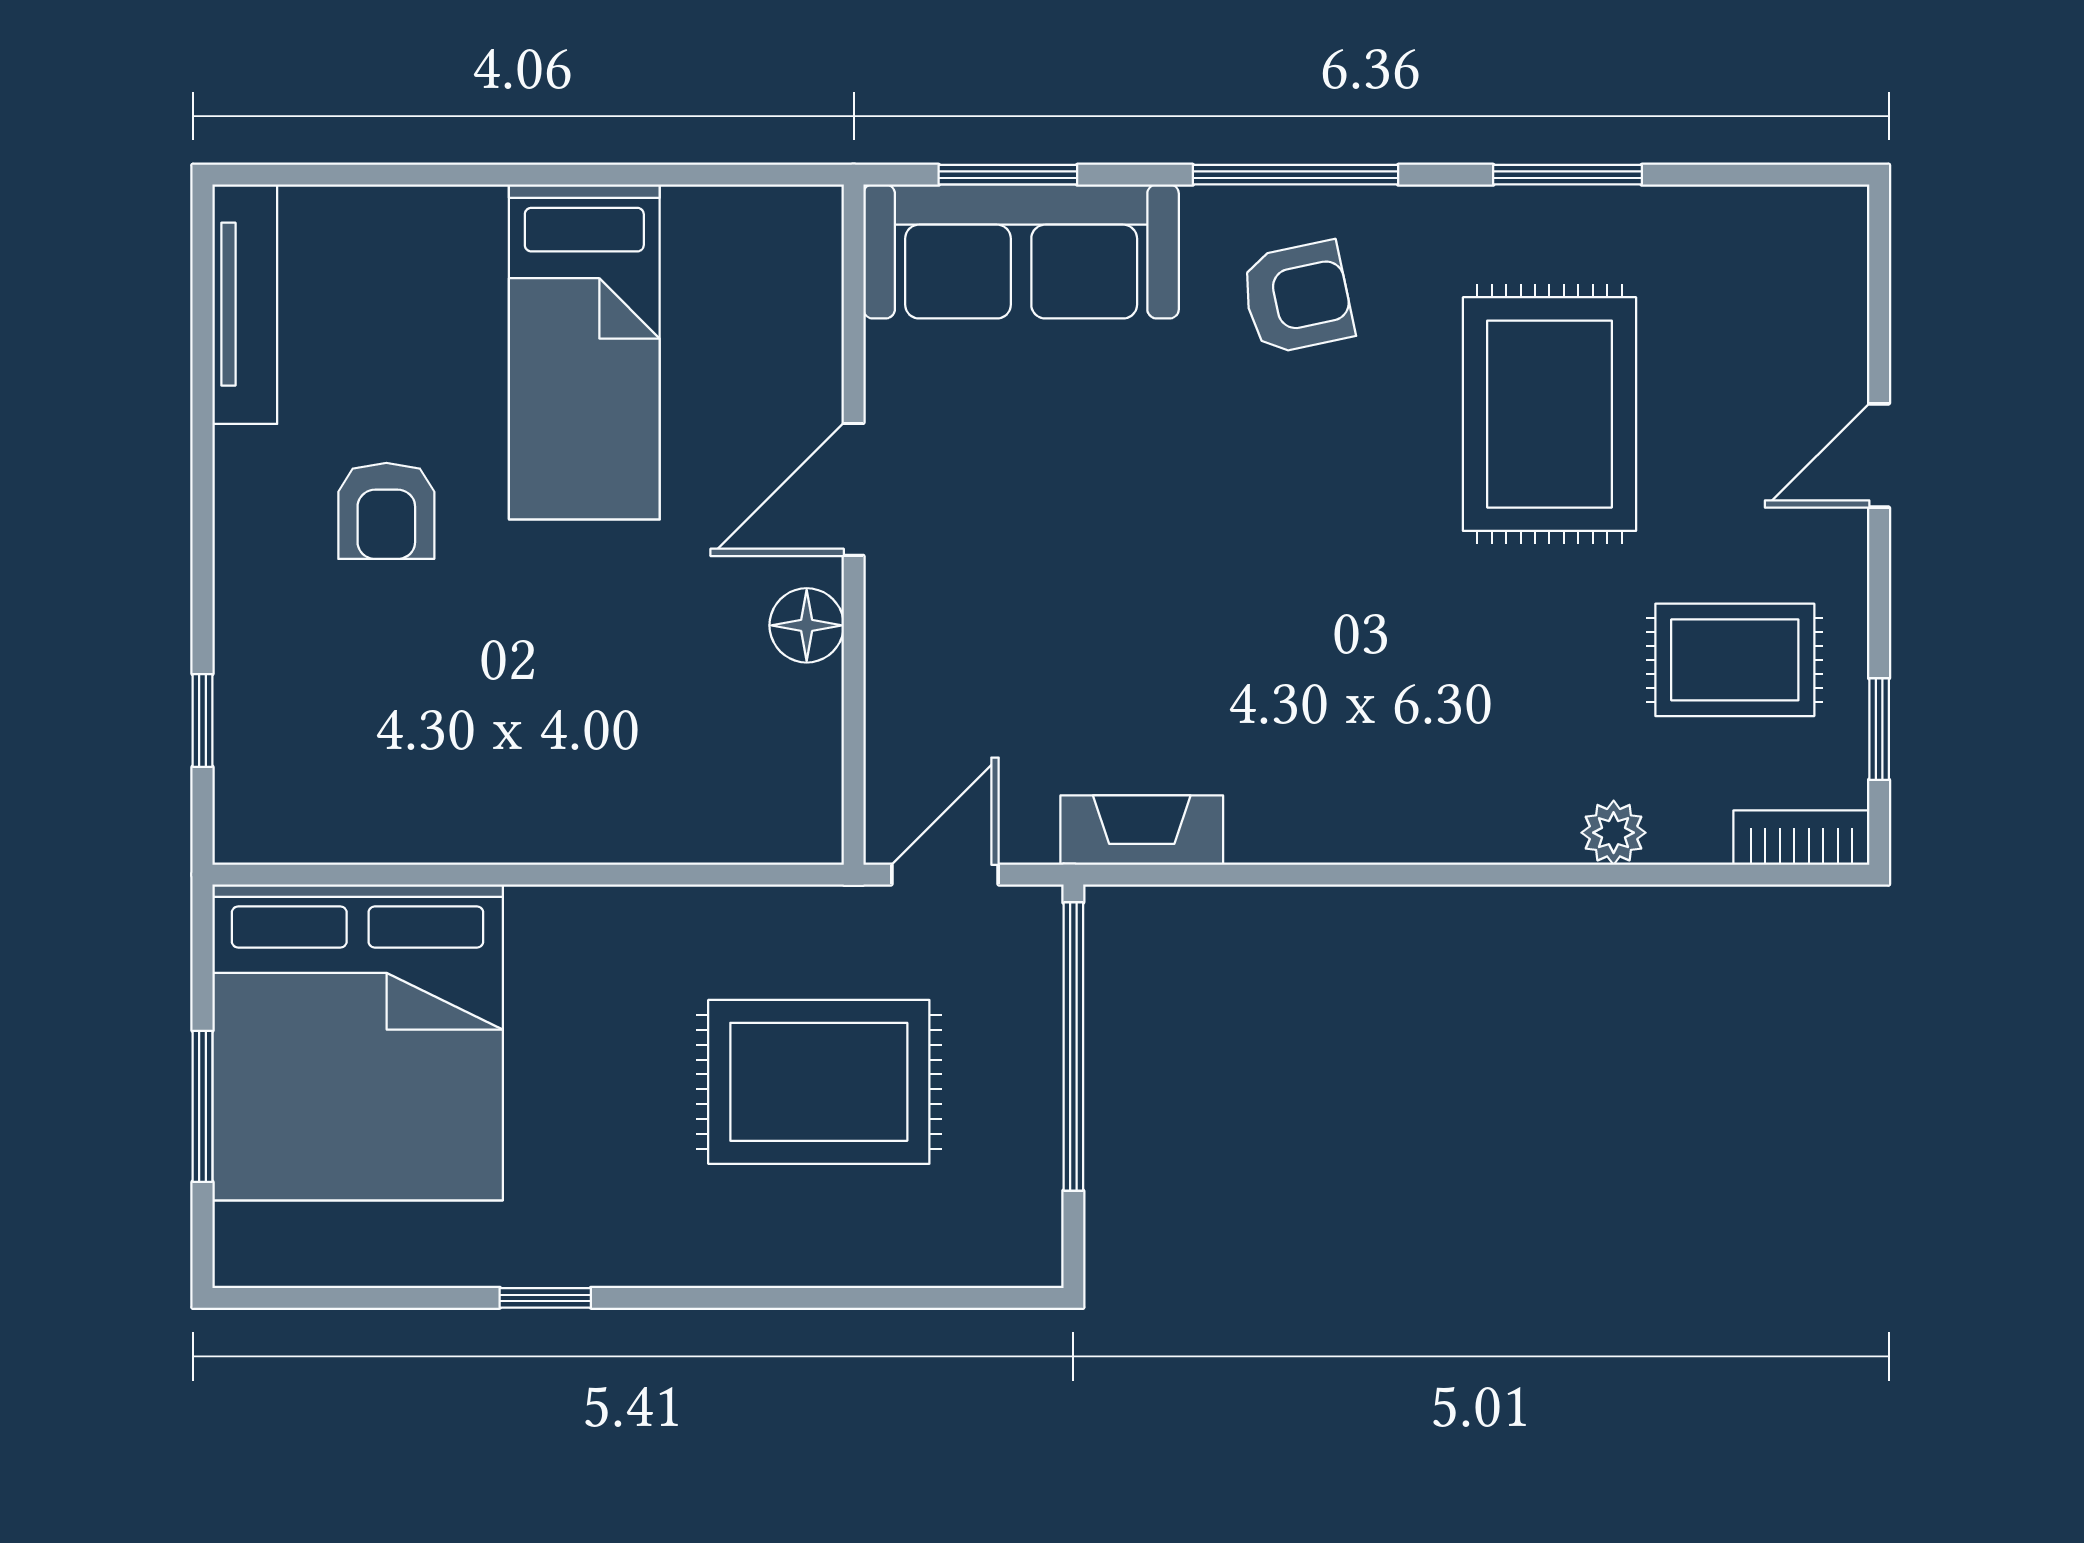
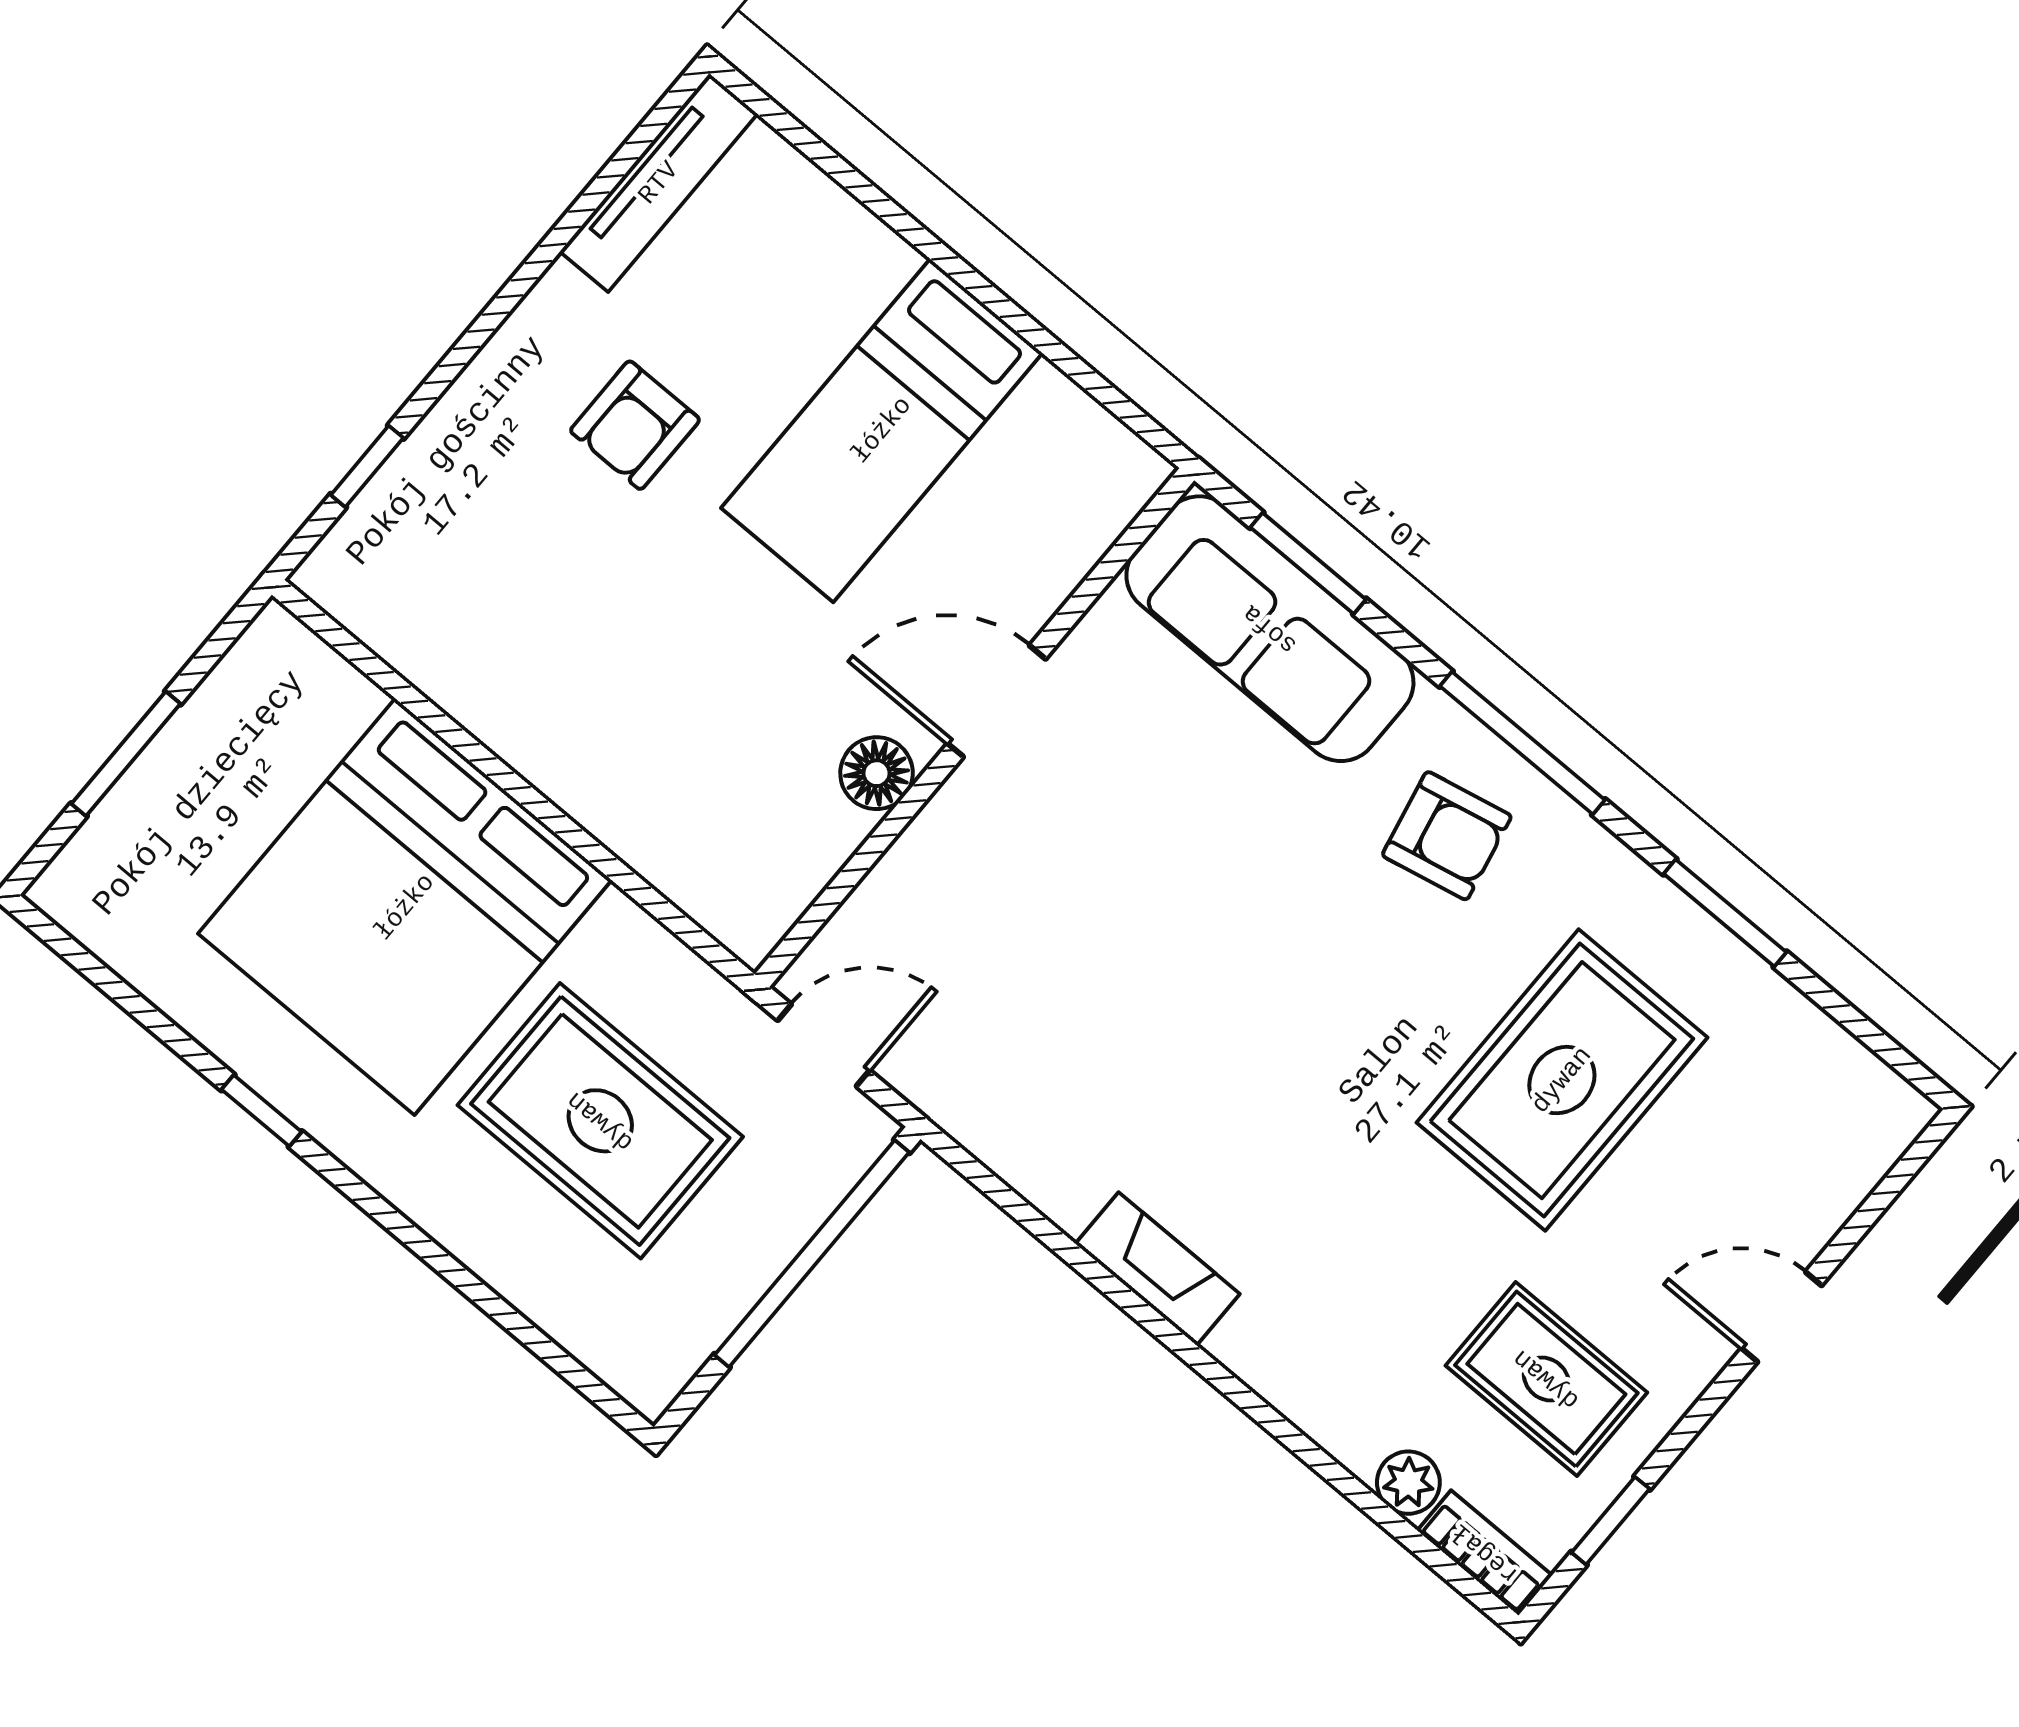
fireplace: (1142, 830) -> (1158, 1269), moved
plant: (1614, 833) -> (1408, 1483), moved
bed: (358, 1042) -> (405, 907), moved

